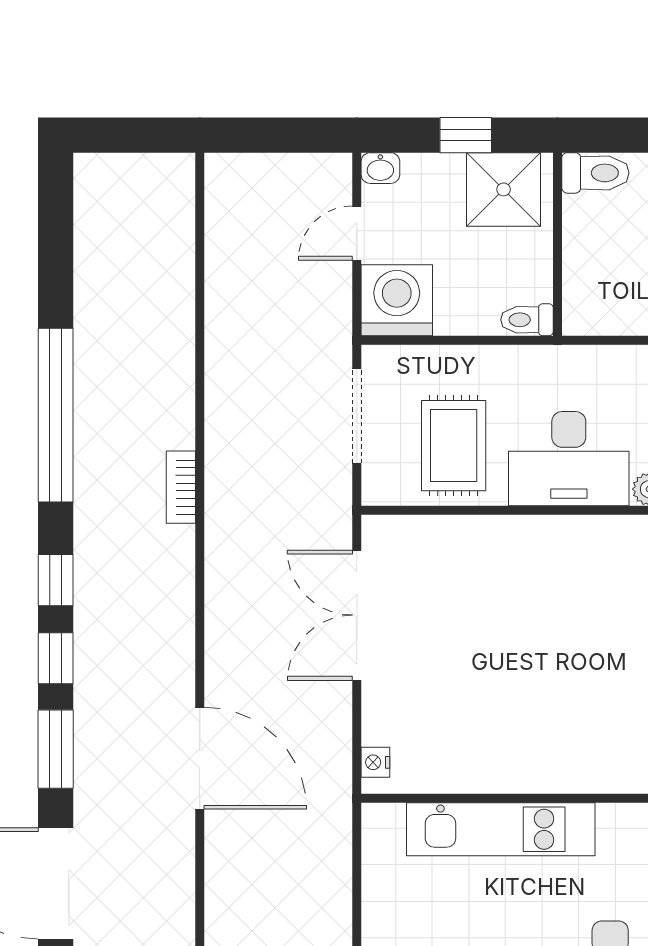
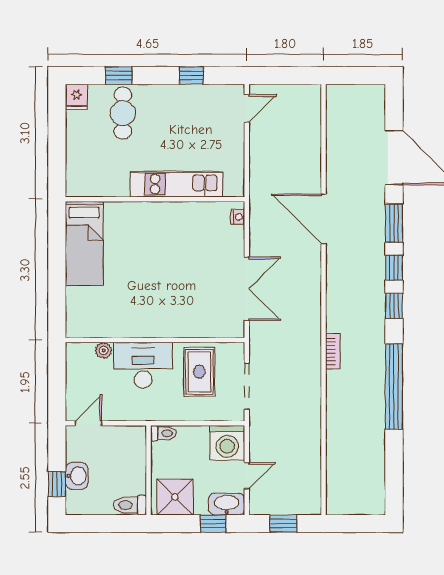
window: (282, 135) -> (283, 524), added
window: (466, 135) -> (213, 524), moved
washbasin: (380, 168) -> (227, 504), width x1.91, depth x1.45

